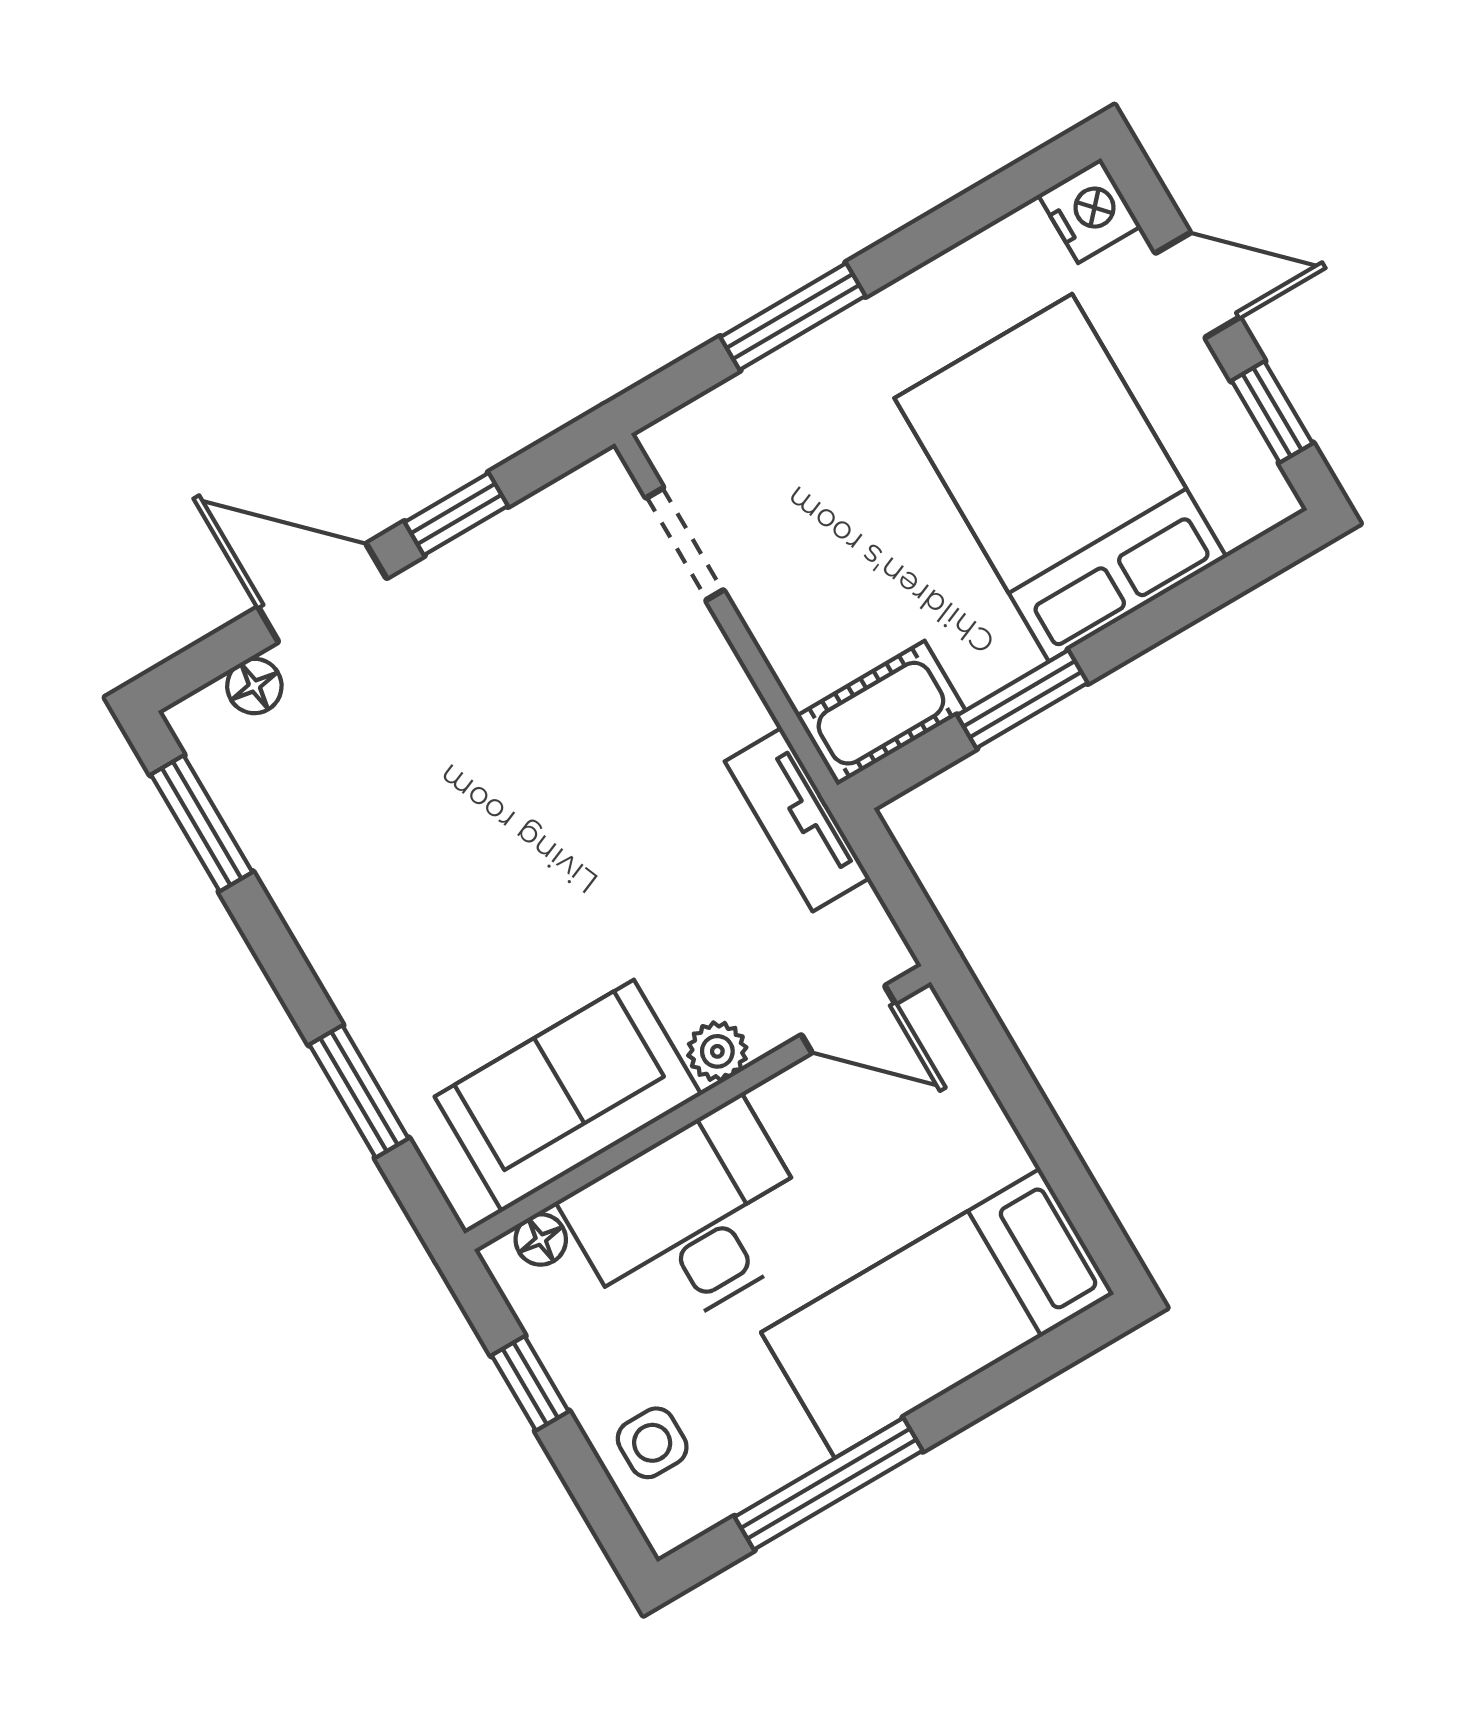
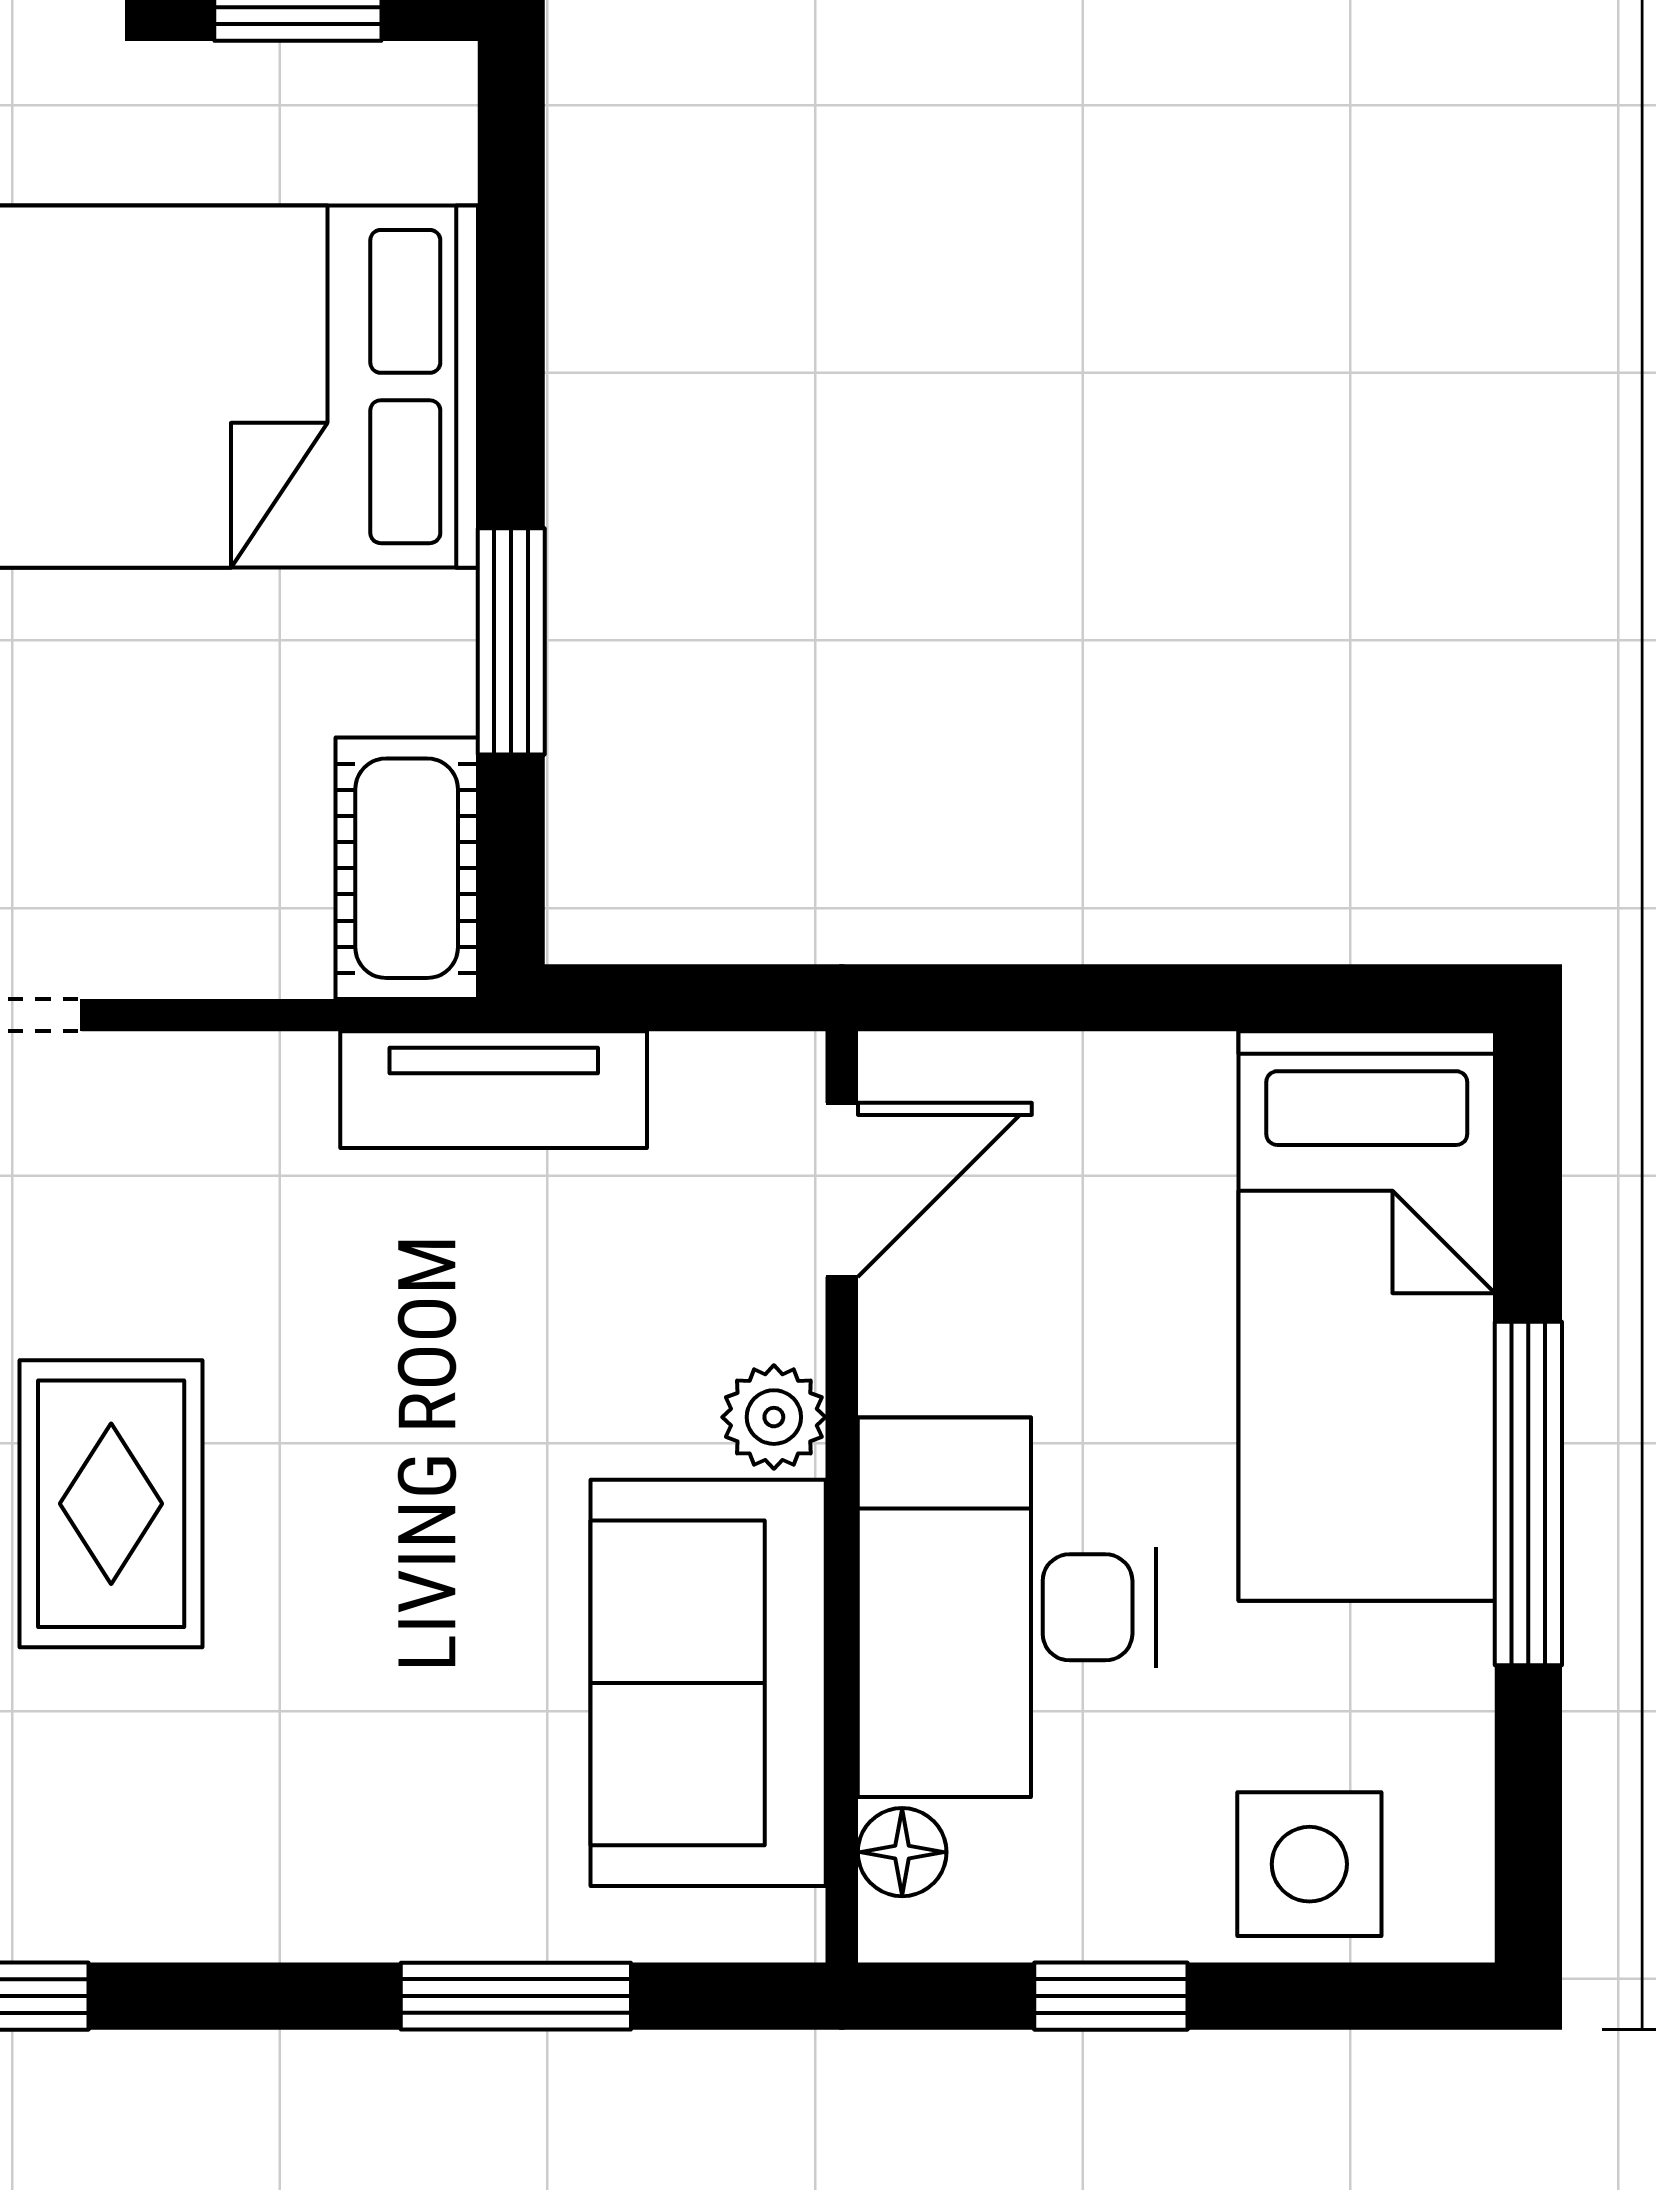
rug: (484, 751) -> (111, 1504), added
side table: (652, 1443) -> (1309, 1864), width x1.37, depth x1.37
window: (829, 1484) -> (1528, 1494), moved

